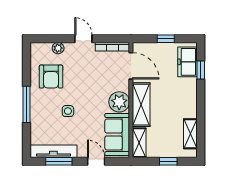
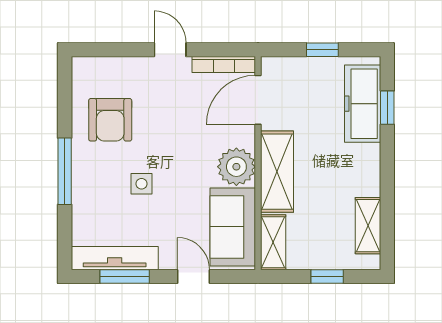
plant: (58, 48) -> (123, 67), removed
freezer: (187, 62) -> (363, 104), width x1.40
door: (131, 66) -> (258, 100), swing flipped

